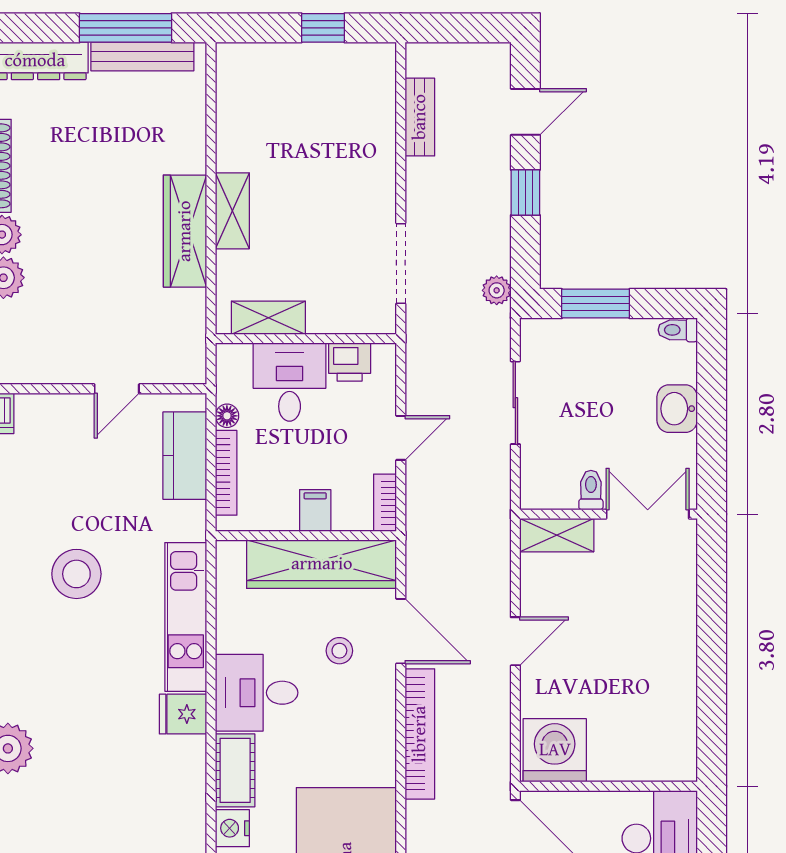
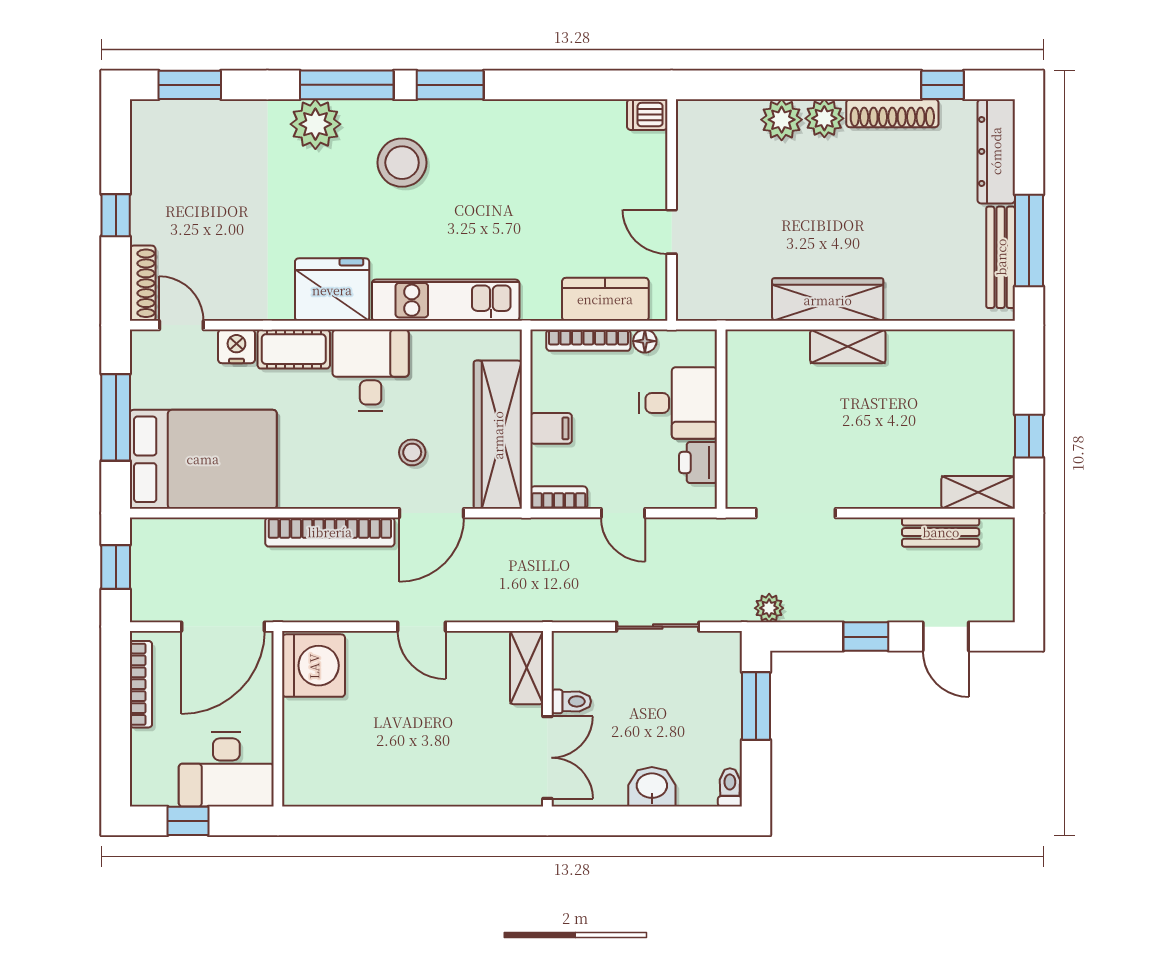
shelving: (268, 318) -> (978, 492), moved, turned 90
stool: (76, 574) -> (402, 163), moved
fridge: (183, 714) -> (332, 290), width x1.88, depth x1.34

